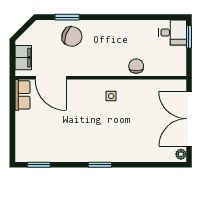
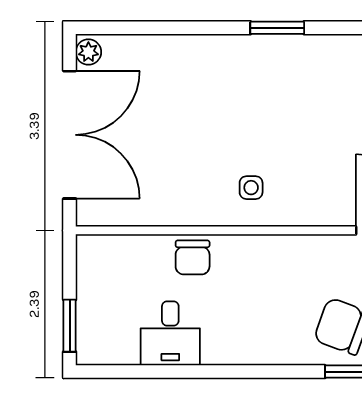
desk: (173, 33) -> (170, 333), moved, turned -90

